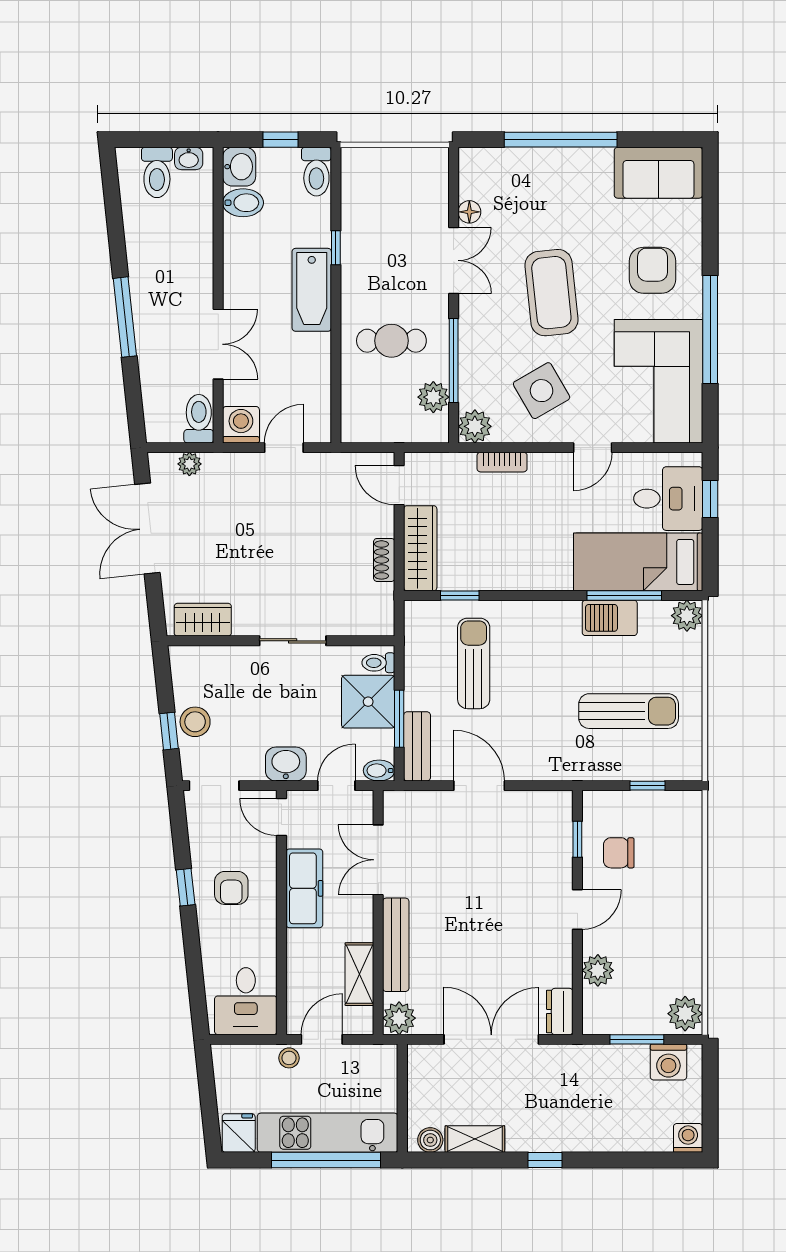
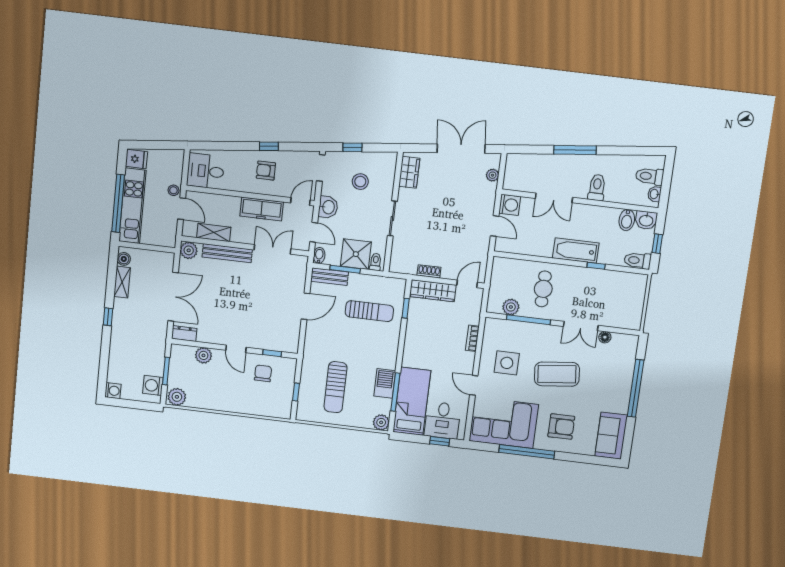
side table: (542, 391) -> (507, 363), turned 30
toilet: (199, 419) -> (597, 187), moved, turned -90
plant: (475, 426) -> (493, 327), removed
stool: (195, 722) -> (360, 182), moved

